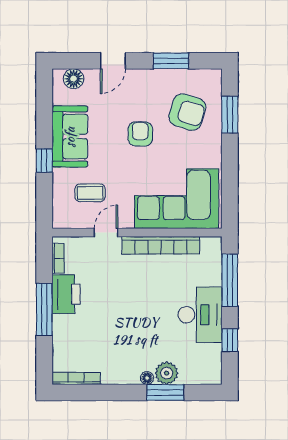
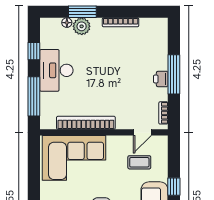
door: (106, 233) -> (142, 132), moved
printer: (66, 294) -> (161, 79), width x0.53, depth x0.68
bookcase: (76, 378) -> (121, 22), moved
floor lamp: (147, 378) -> (67, 23), moved

